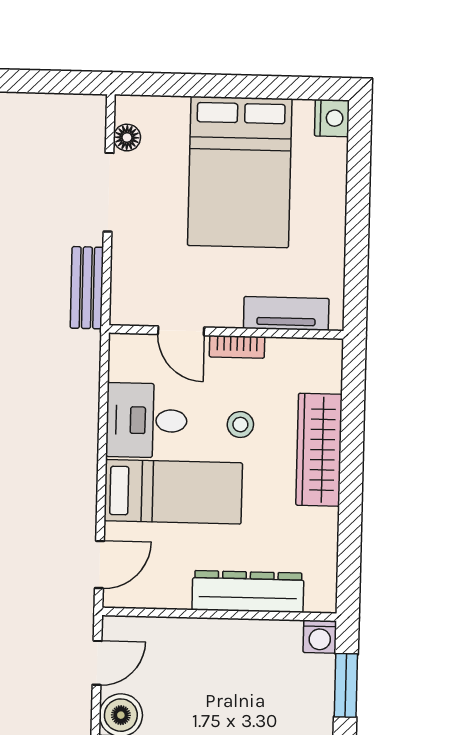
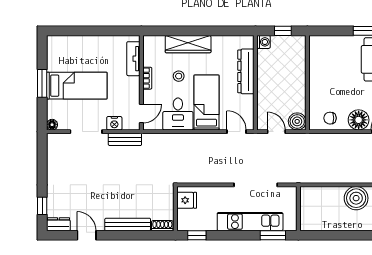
window: (230, 86) -> (42, 83), added
nightstand: (332, 118) -> (114, 123), moved, turned 180
floor lamp: (127, 138) -> (52, 125), moved
bed: (240, 172) -> (77, 86), width x0.67
door: (181, 331) -> (141, 114), moved
window: (346, 685) -> (283, 31), width x0.67

